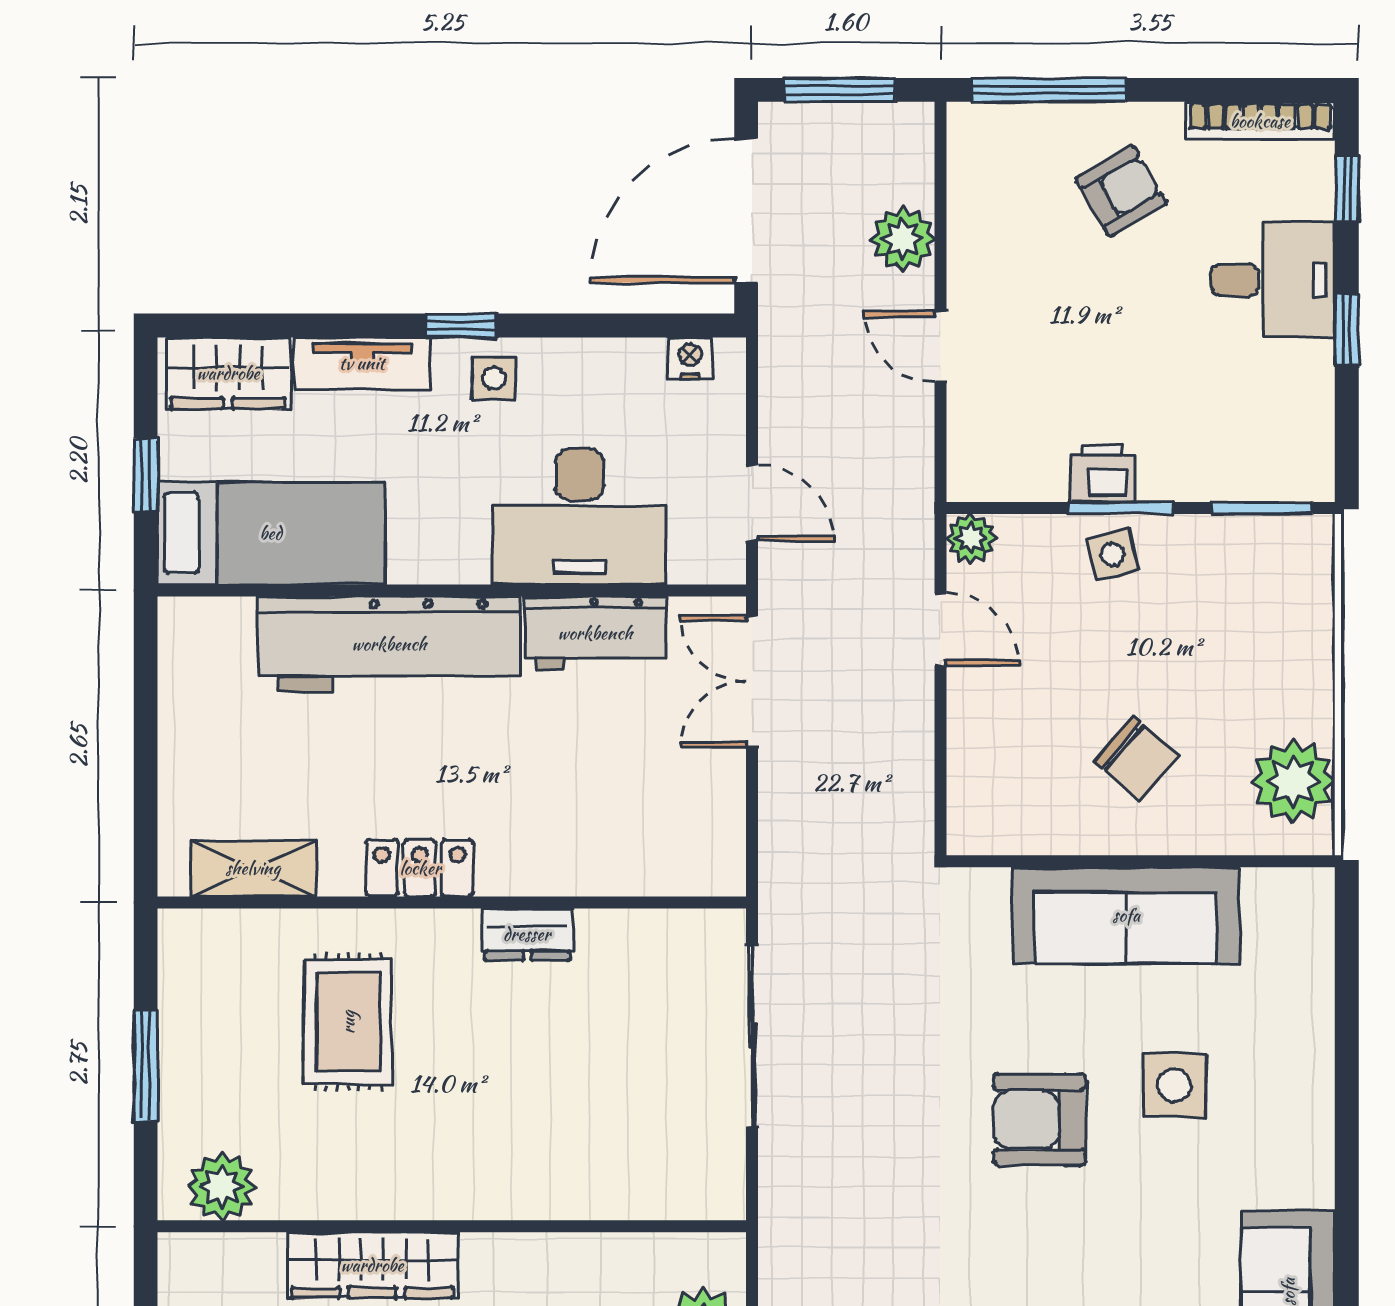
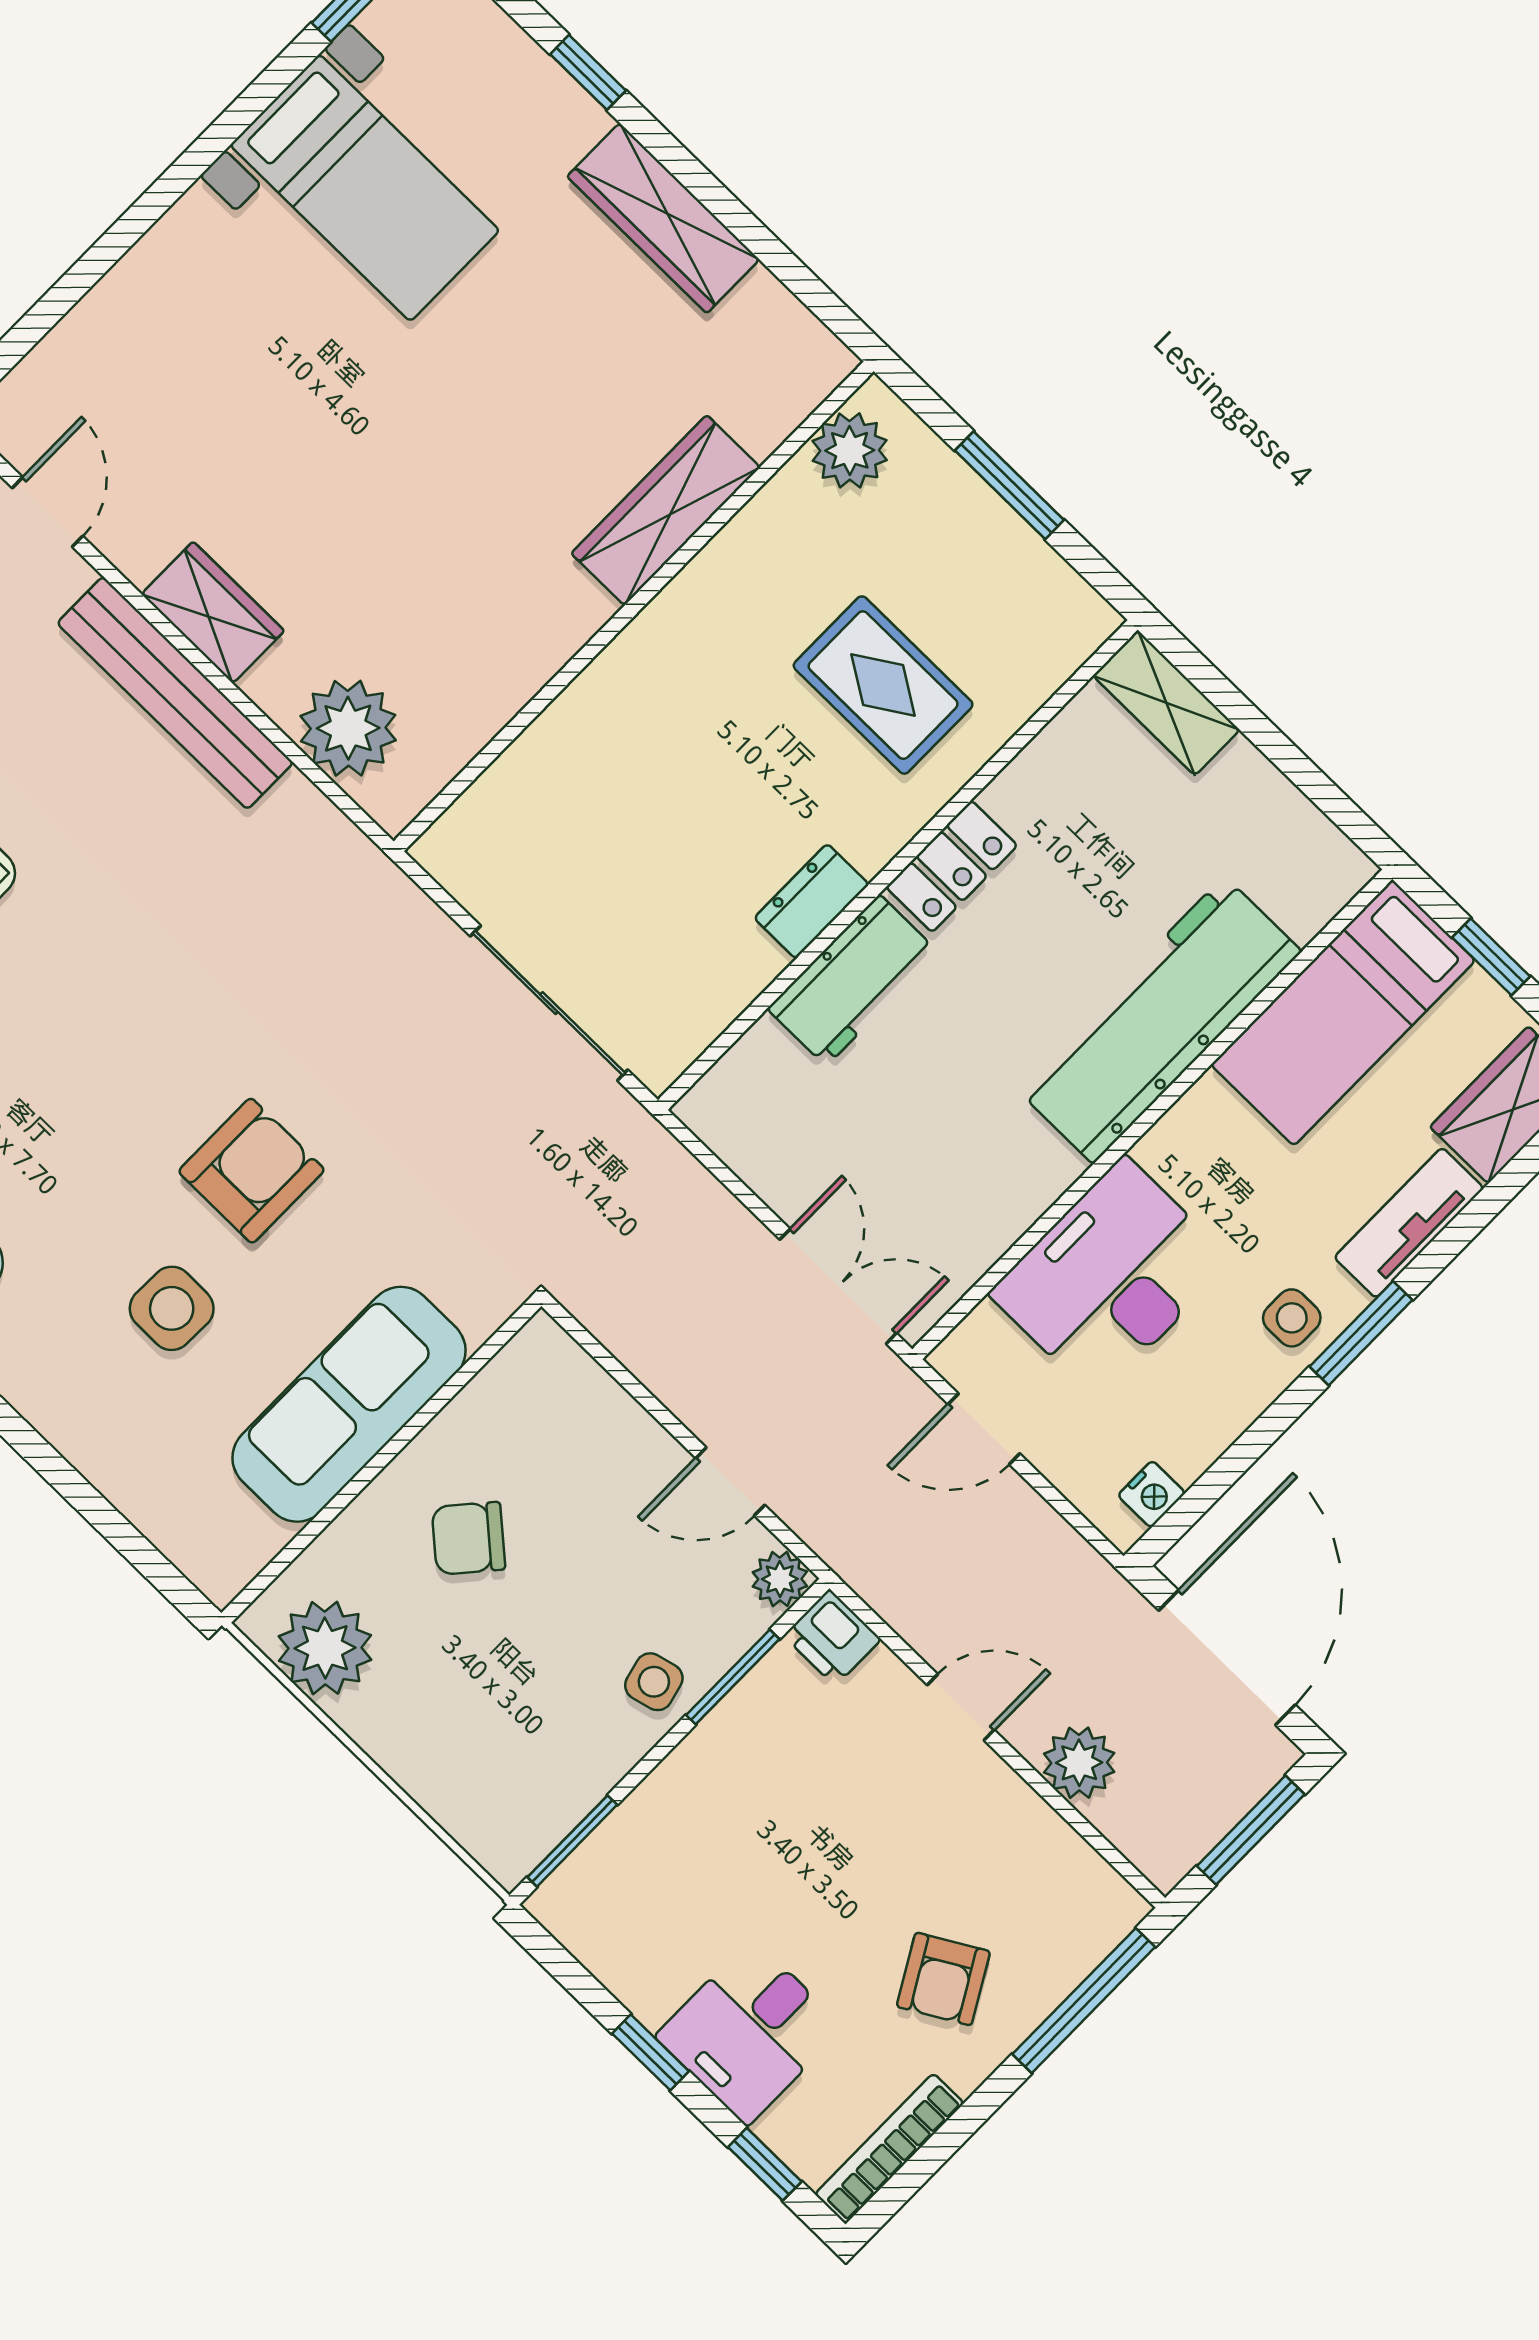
window: (461, 325) -> (1361, 1333), width x1.50
printer: (1102, 473) -> (832, 1637), moved, turned 90
window: (1120, 508) -> (733, 1677), moved
workbench: (595, 633) -> (853, 980), moved, turned 180
shelving: (253, 868) -> (1166, 703), moved, turned 90

